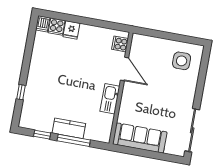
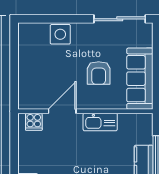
side table: (182, 61) -> (60, 34), moved
armchair: (151, 105) -> (99, 73), added

